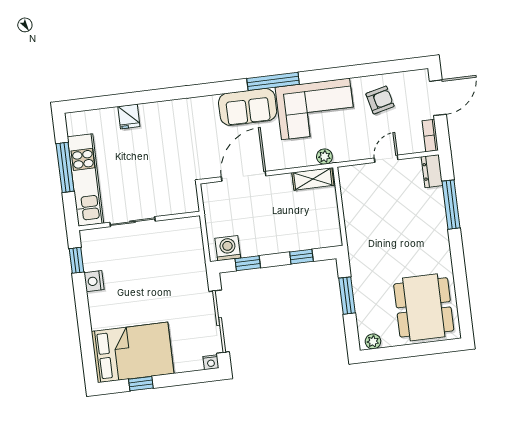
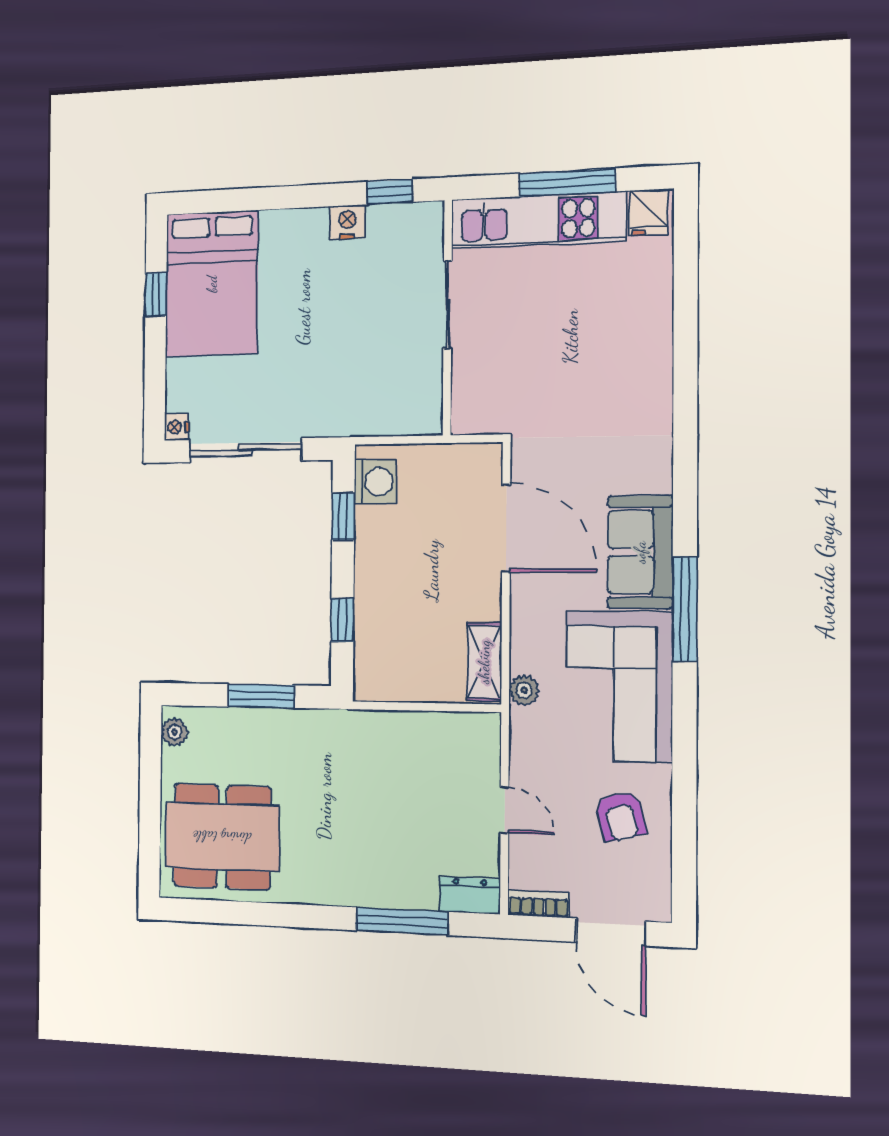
fridge: (129, 117) -> (649, 212), moved, turned -90

